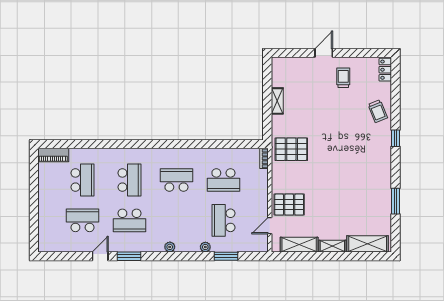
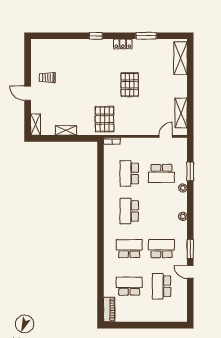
locker: (385, 70) -> (123, 44), moved
trolley: (378, 111) -> (74, 50), removed
school desk: (223, 180) -> (129, 173), turned 180
pallet: (289, 205) -> (130, 85), moved
school desk: (129, 220) -> (162, 249), turned -90
door: (270, 226) -> (166, 136), swing flipped
shelving: (332, 246) -> (36, 124), moved

